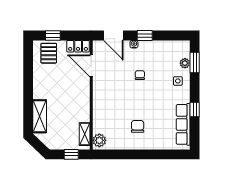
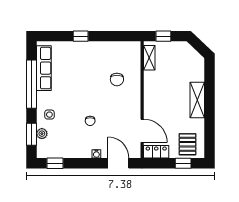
window: (145, 36) -> (55, 163), moved
window: (195, 109) -> (31, 84), width x3.17
shelving: (40, 116) -> (197, 100), moved
chair: (138, 126) -> (117, 79), moved
plant: (99, 140) -> (133, 51), removed
window: (149, 154) -> (81, 36), added

